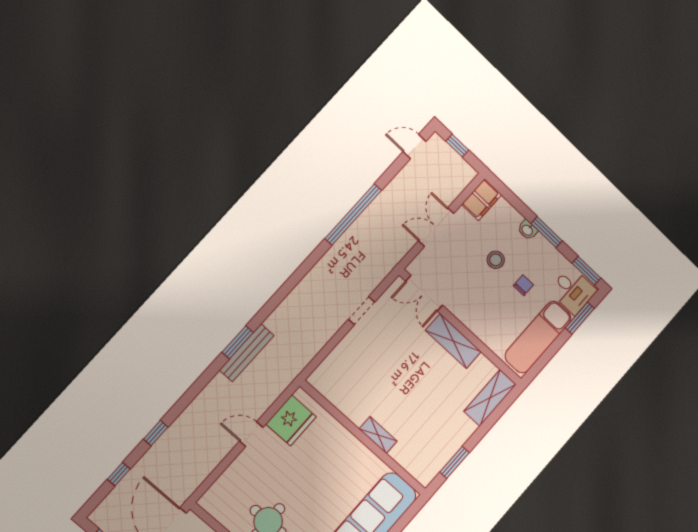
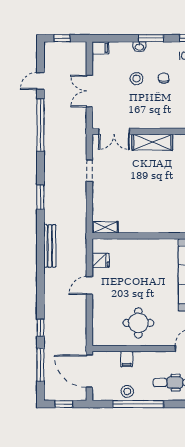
door: (415, 146) -> (40, 81), moved
filing cabinet: (482, 200) -> (100, 48), width x0.50
window: (238, 342) -> (40, 197), moved
fridge: (291, 420) -> (101, 260), width x0.53, depth x0.75
shelving: (378, 435) -> (105, 227), moved
window: (119, 474) -> (40, 365), width x2.17

